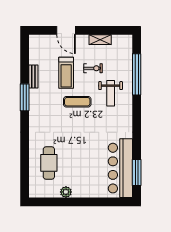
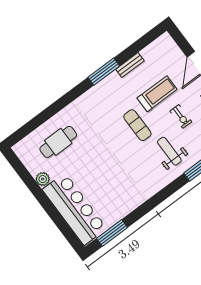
treadmill: (66, 73) -> (157, 94), turned 180
weight bench: (111, 93) -> (169, 151), turned 90
bar counter: (120, 168) -> (75, 209), moved, turned 90

